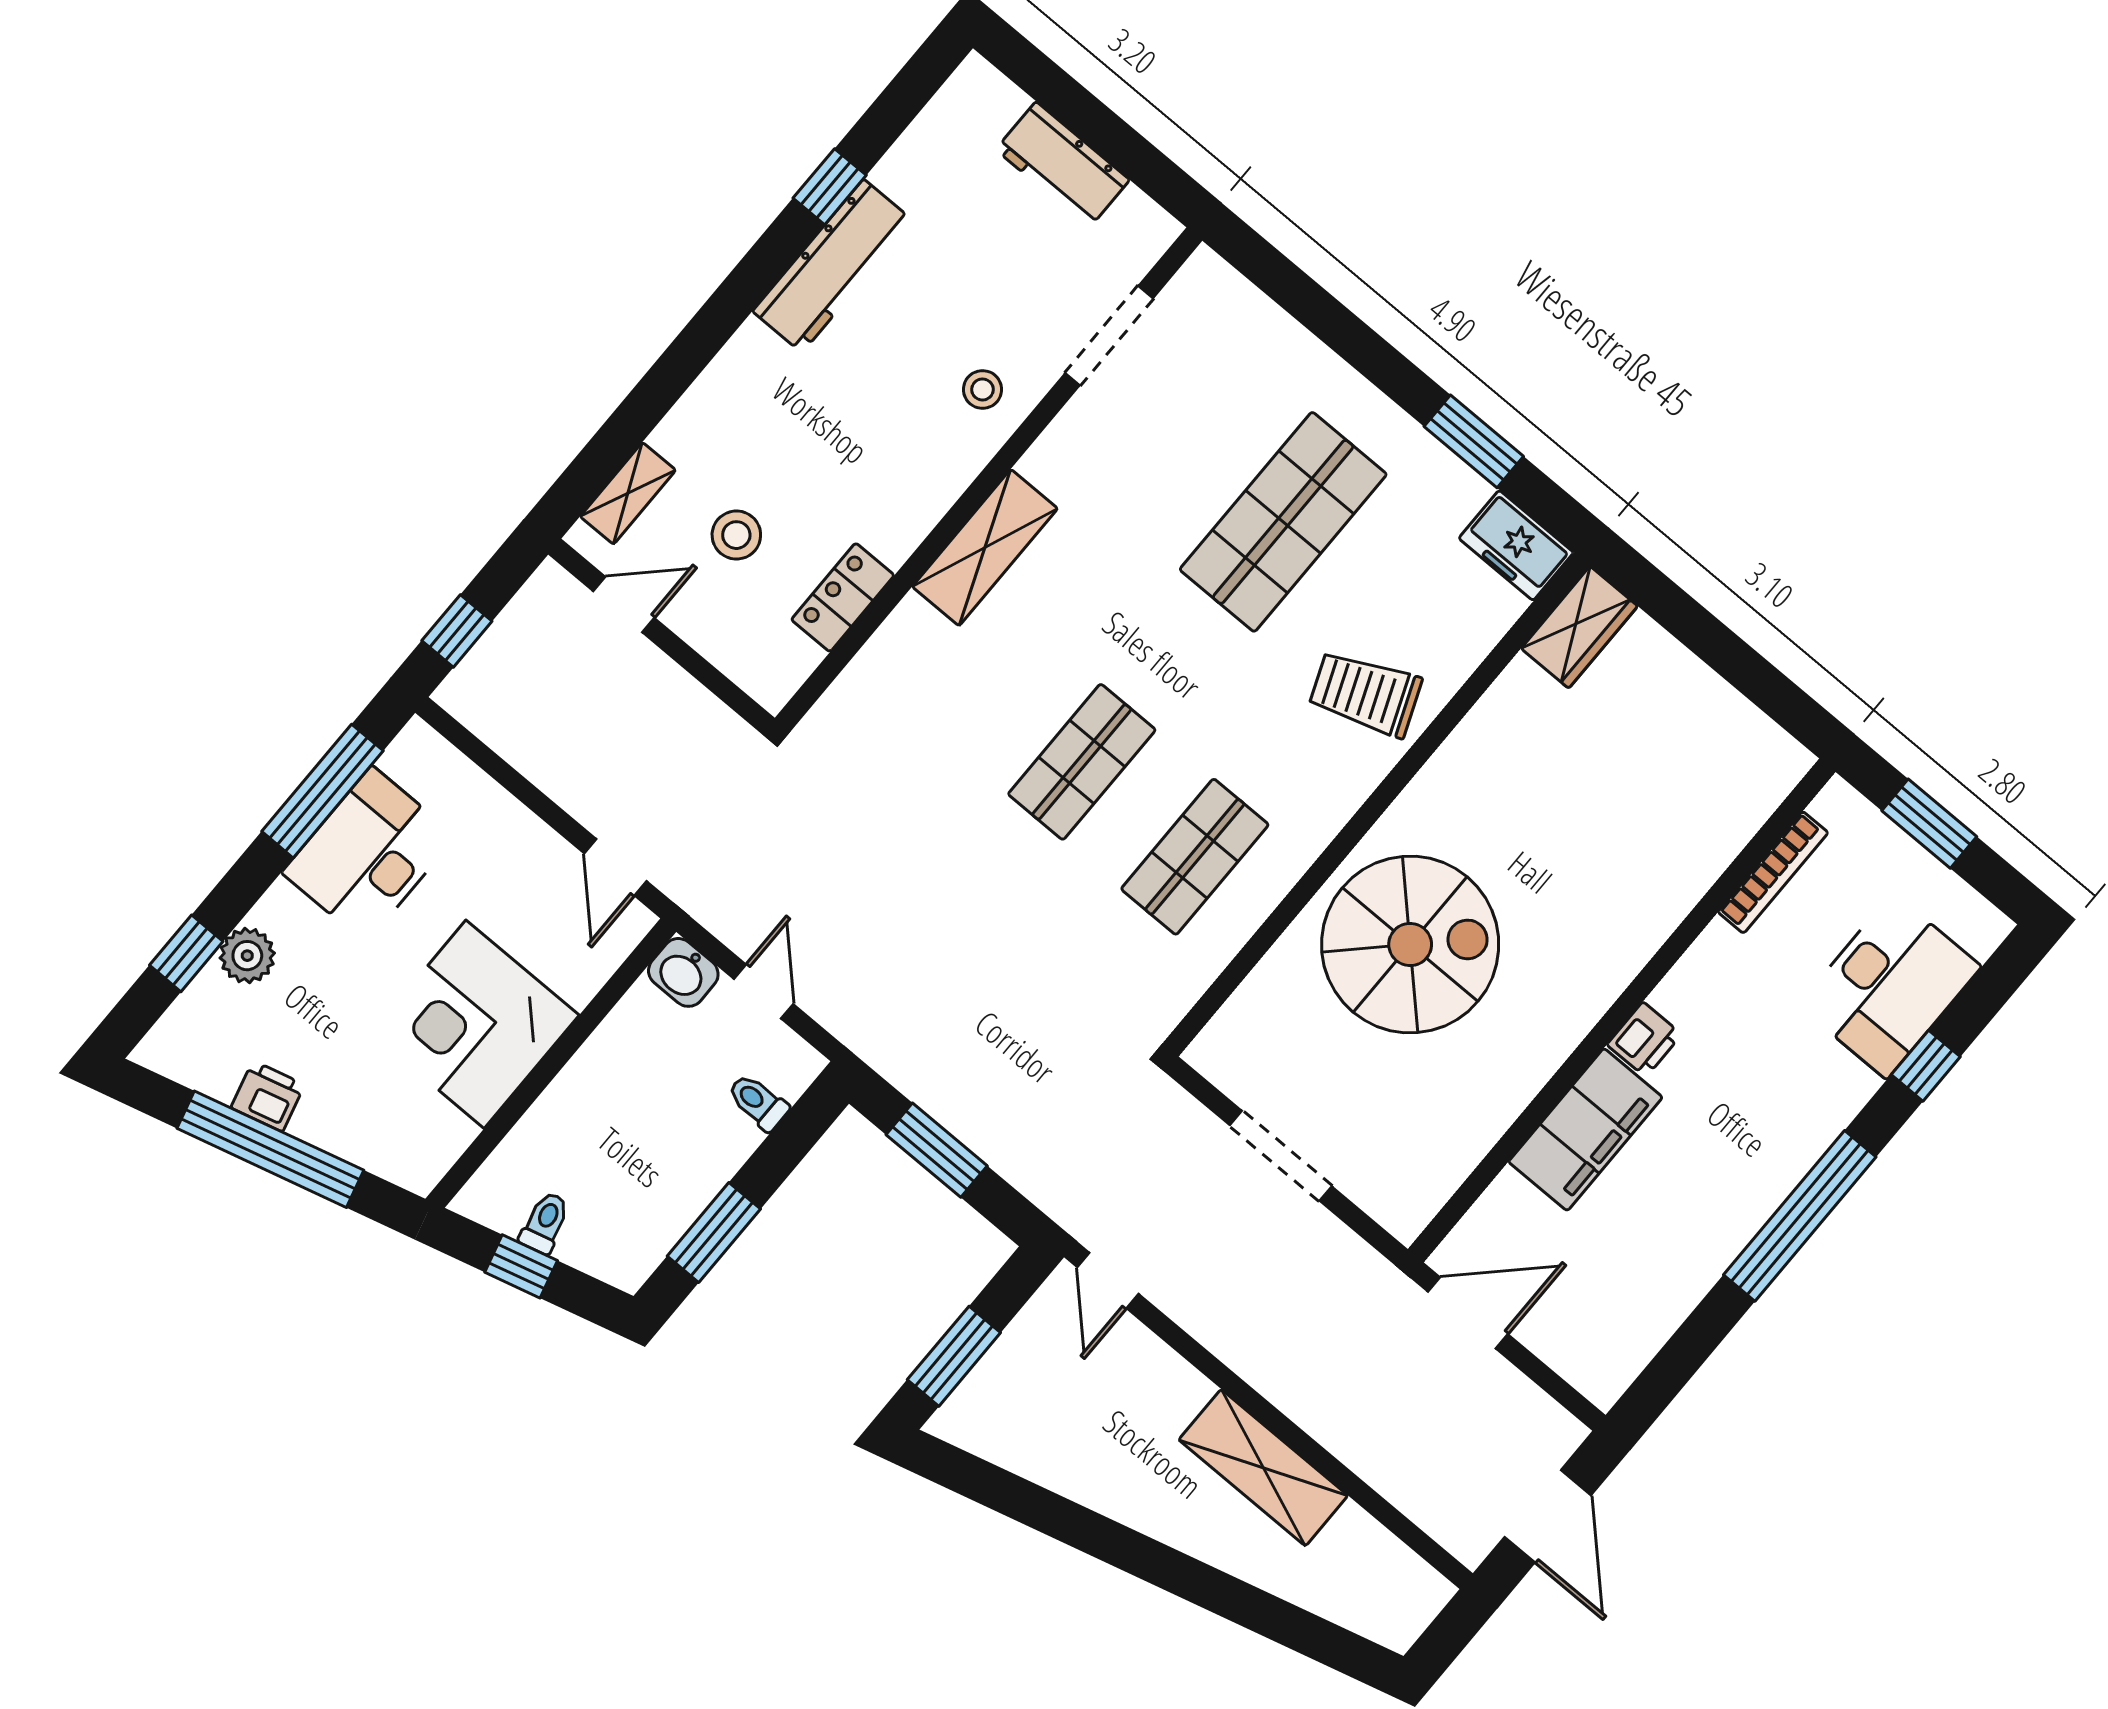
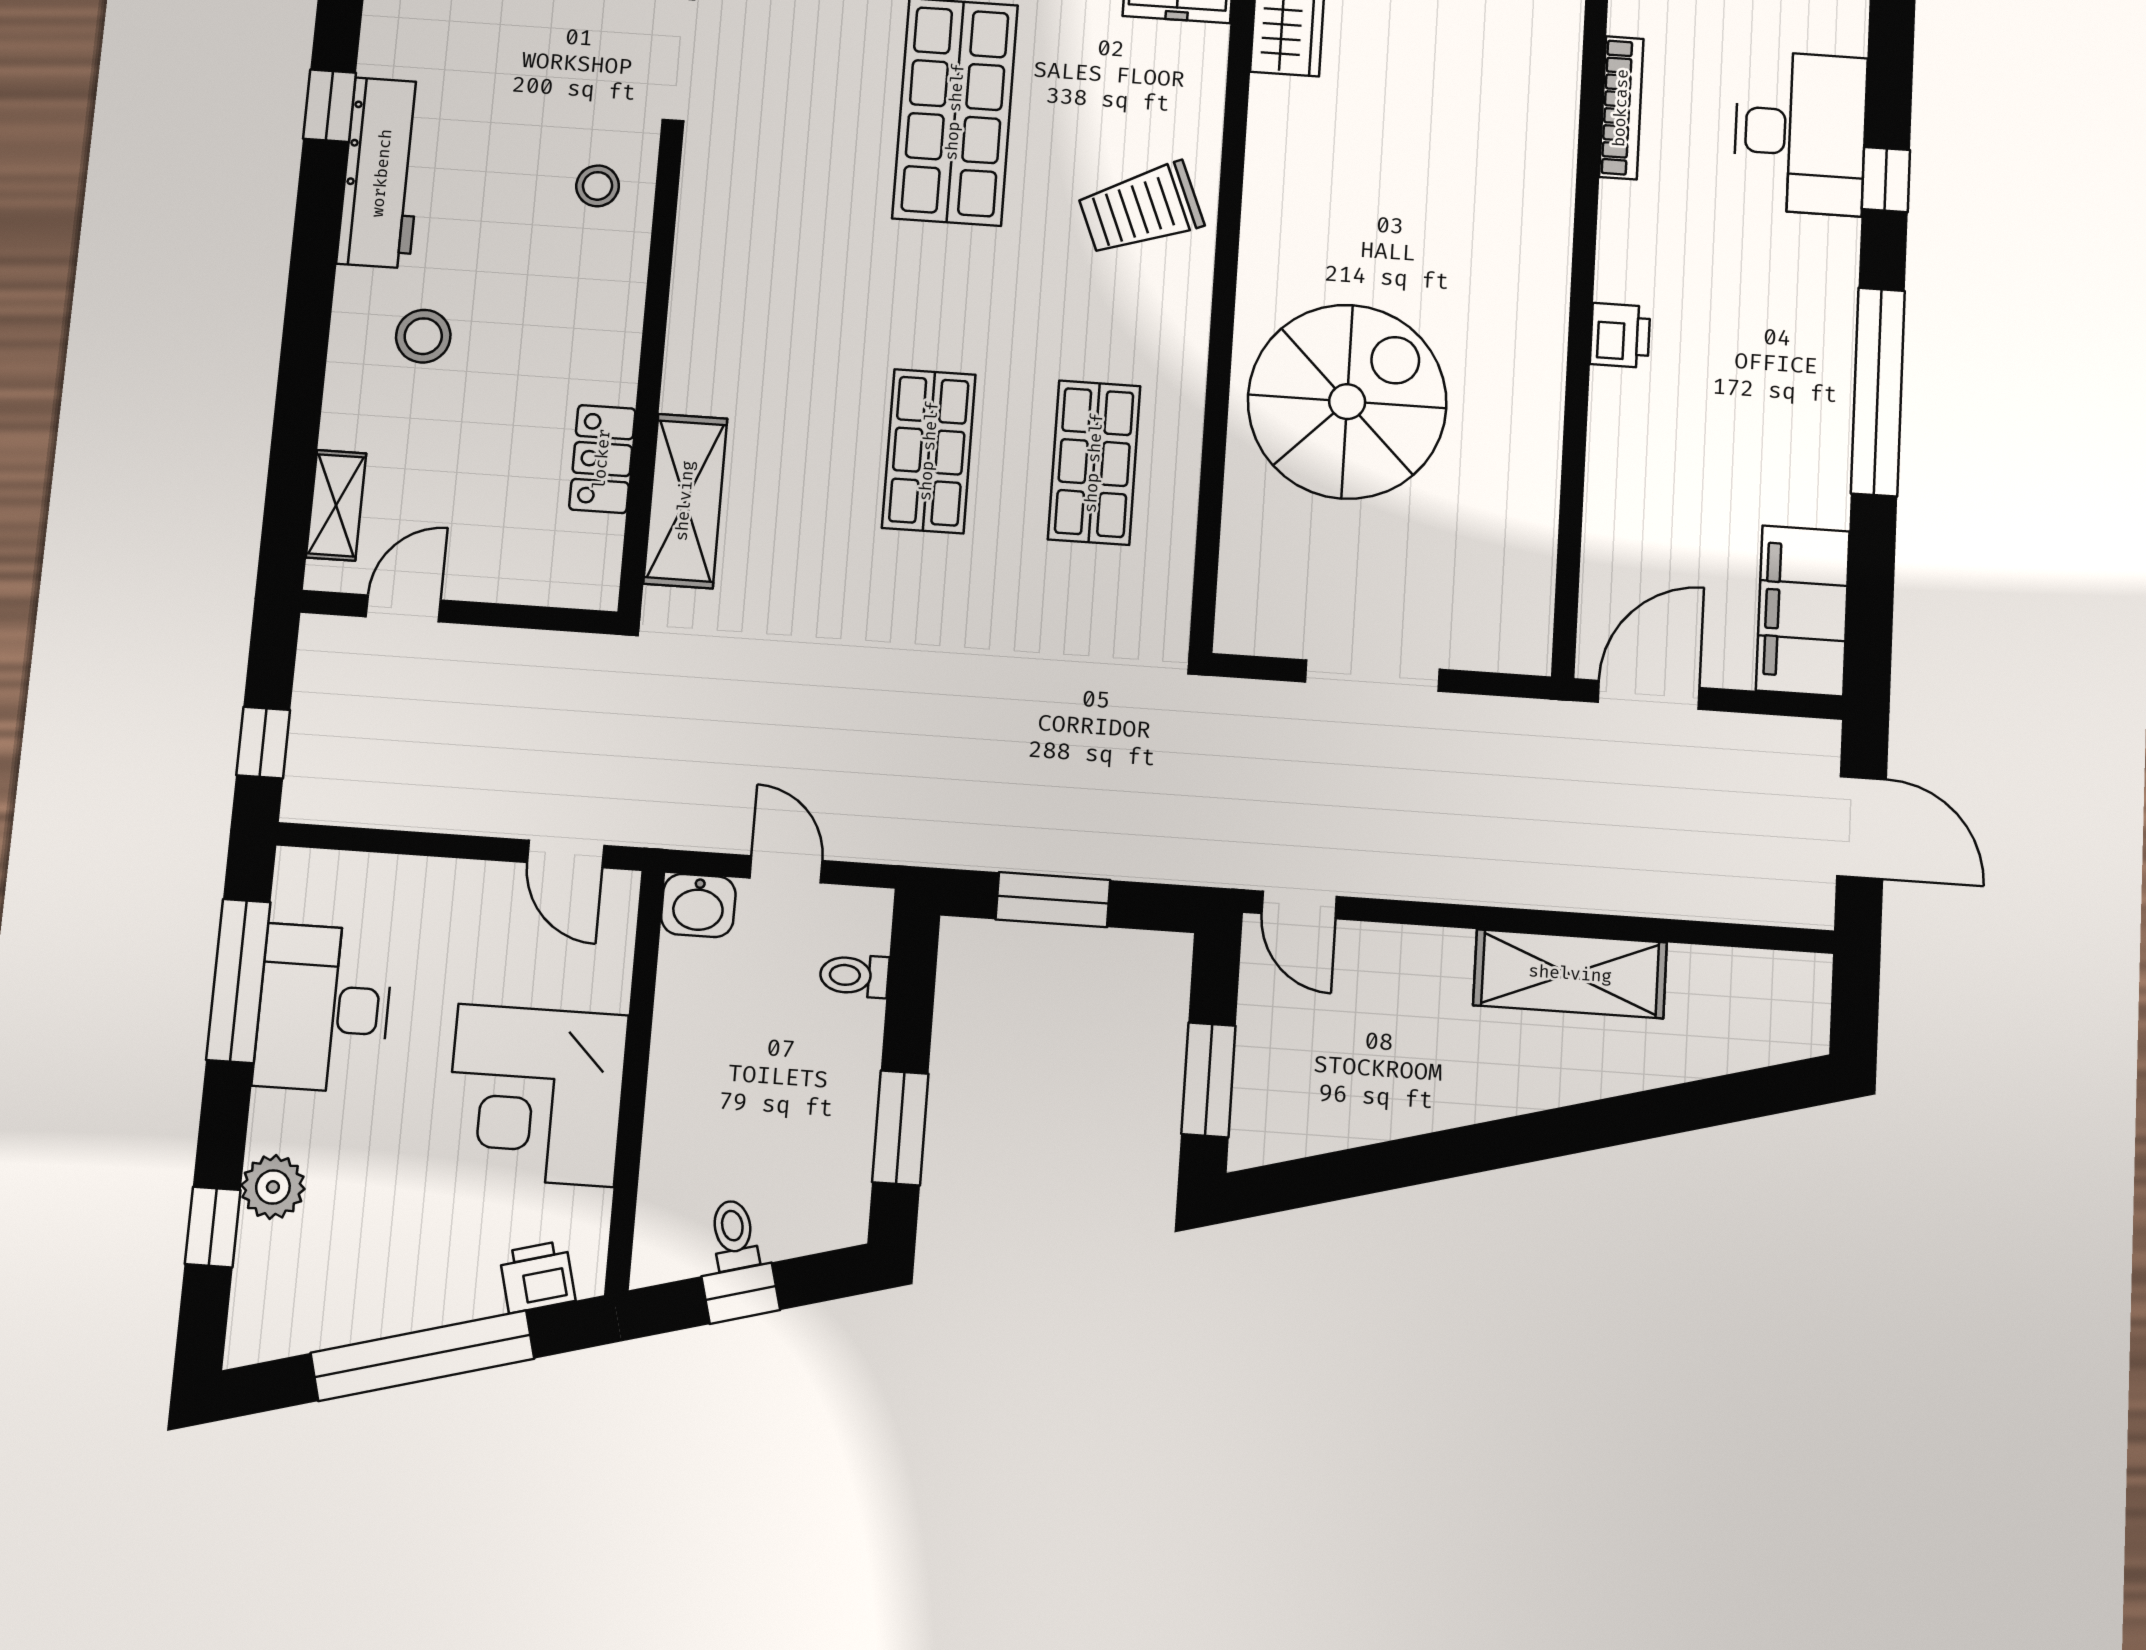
stool: (736, 535) -> (423, 336), moved
shelving: (985, 548) -> (685, 501), moved
printer: (268, 1096) -> (537, 1277), moved
filing cabinet: (1585, 1130) -> (1803, 611), moved, turned 180

